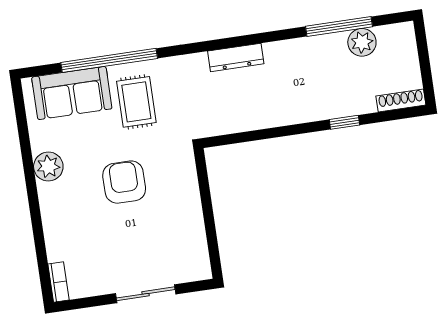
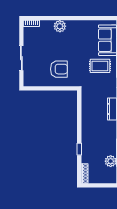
plant: (48, 167) -> (60, 26), moved
armchair: (124, 182) -> (59, 69), moved

